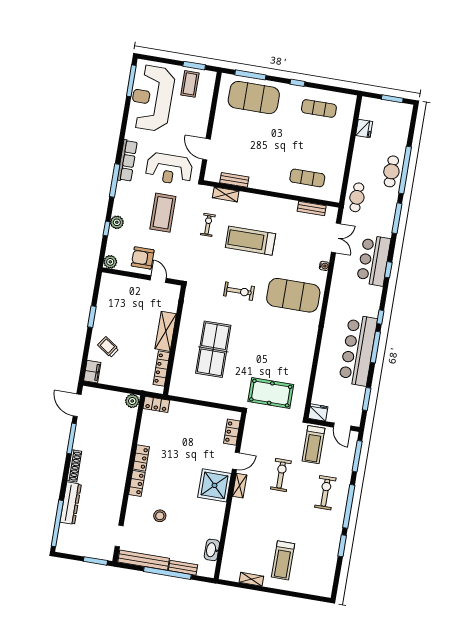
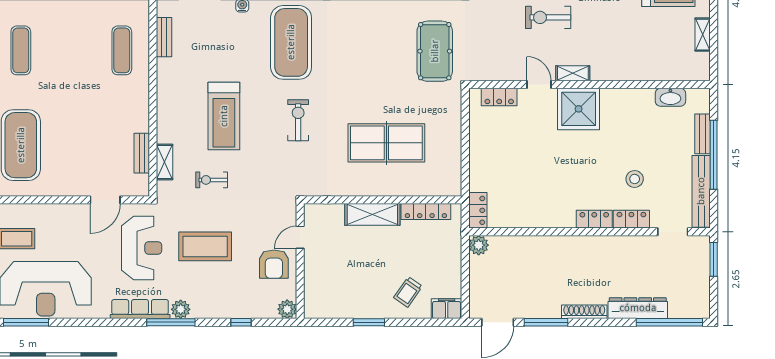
plant: (117, 222) -> (181, 309), moved
locker: (141, 458) -> (631, 219), moved

